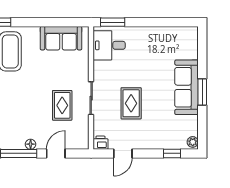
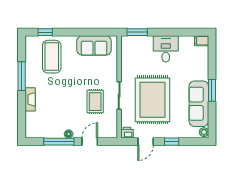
filing cabinet: (190, 32) -> (202, 41), added
desk: (109, 45) -> (166, 49), moved, turned 90
sofa: (187, 87) -> (199, 104), moved
rug: (131, 103) -> (153, 100), width x1.86, depth x2.06
window: (172, 153) -> (172, 142), moved

